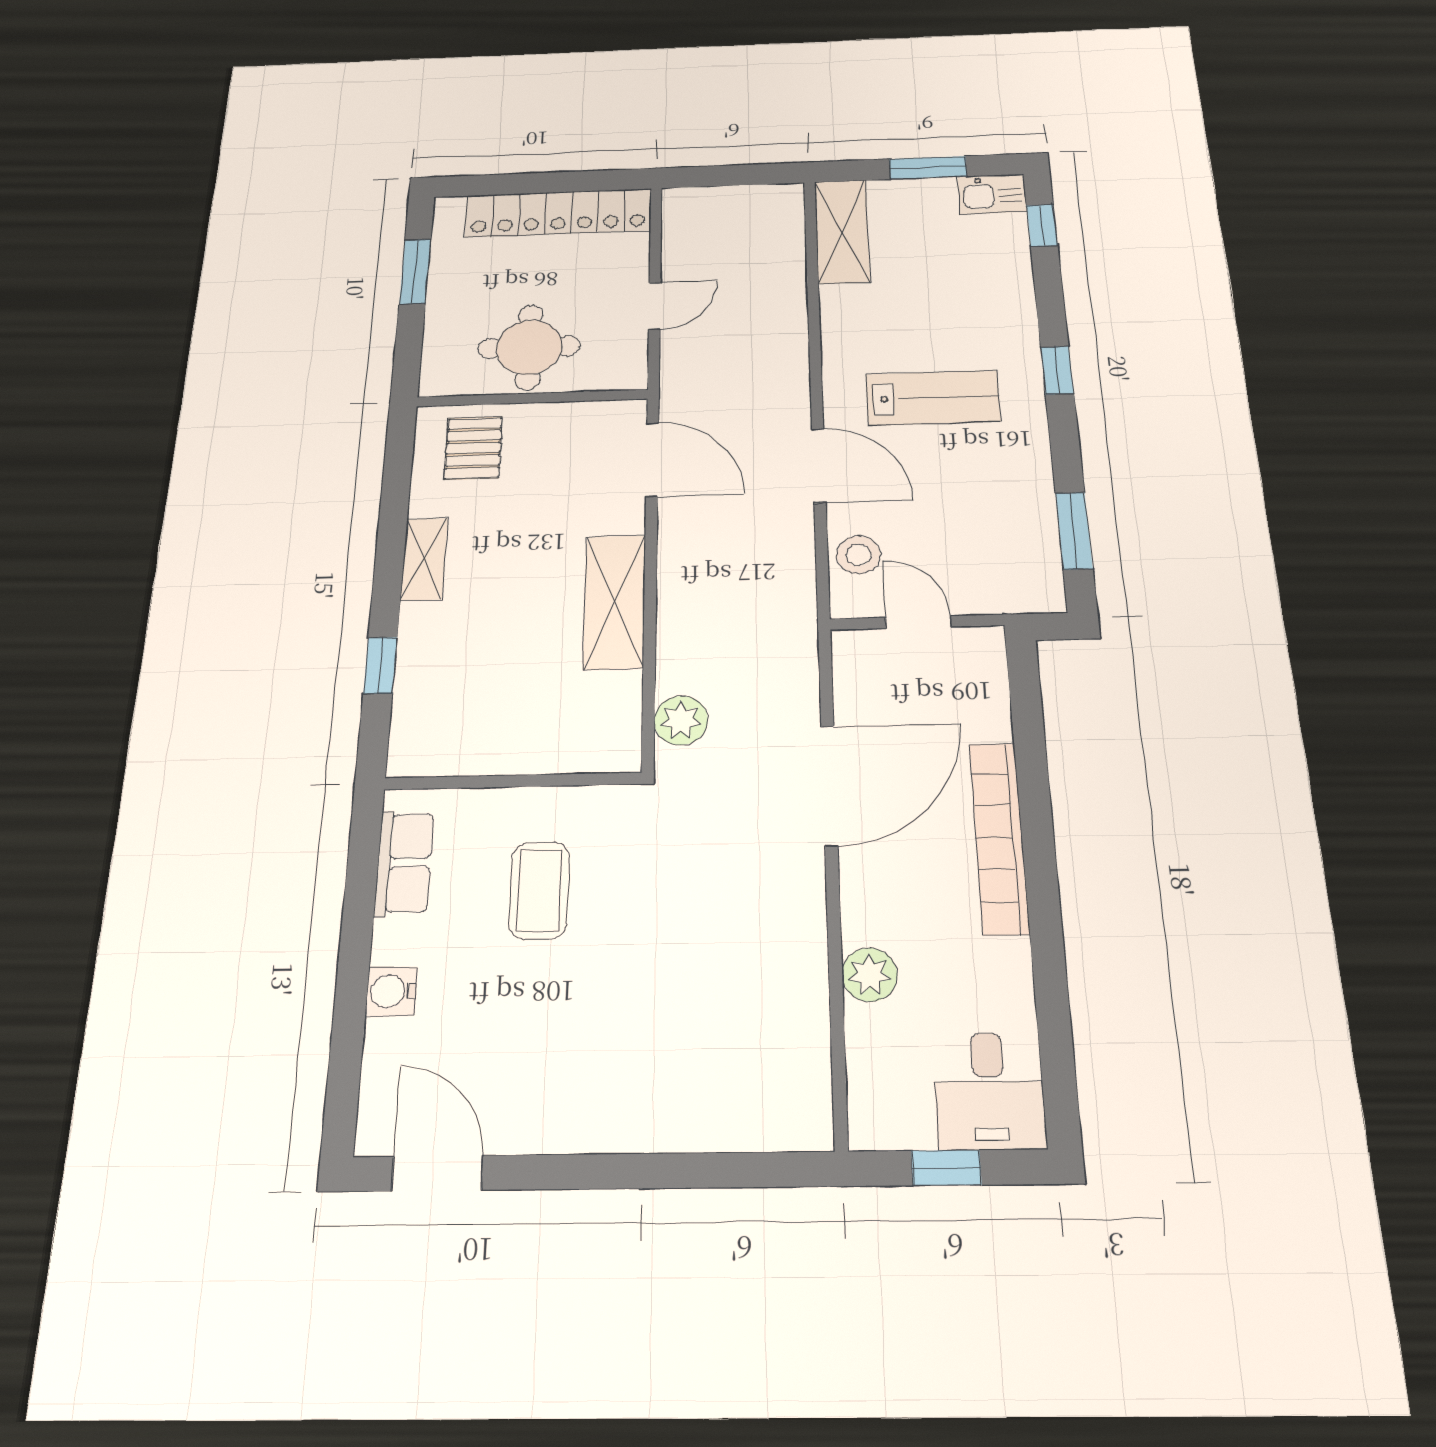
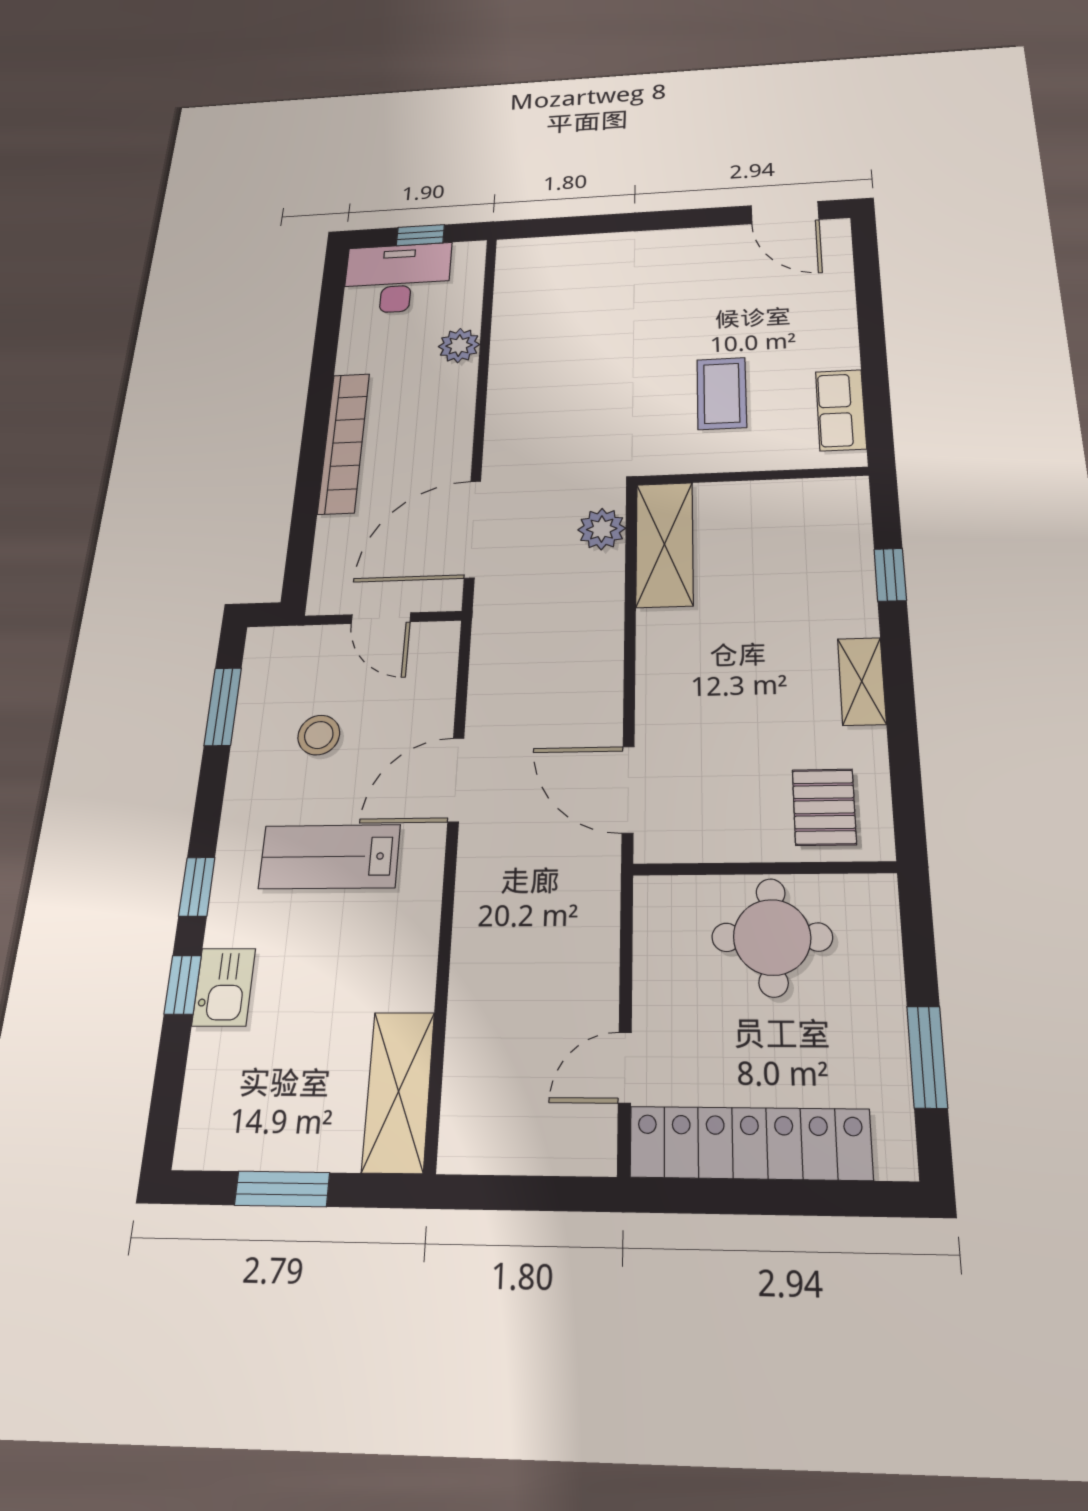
kitchen sink: (992, 194) -> (224, 987), moved, turned 90
window: (1042, 225) -> (183, 985), moved
door: (655, 306) -> (625, 1067), moved
door: (819, 465) -> (456, 780), hinge flipped
stool: (859, 555) -> (319, 735), moved
shelving: (615, 602) -> (664, 544), moved
door: (829, 786) -> (473, 529), moved
water cooler: (391, 991) -> (837, 320), removed
desk: (989, 1091) -> (397, 278), width x1.37

